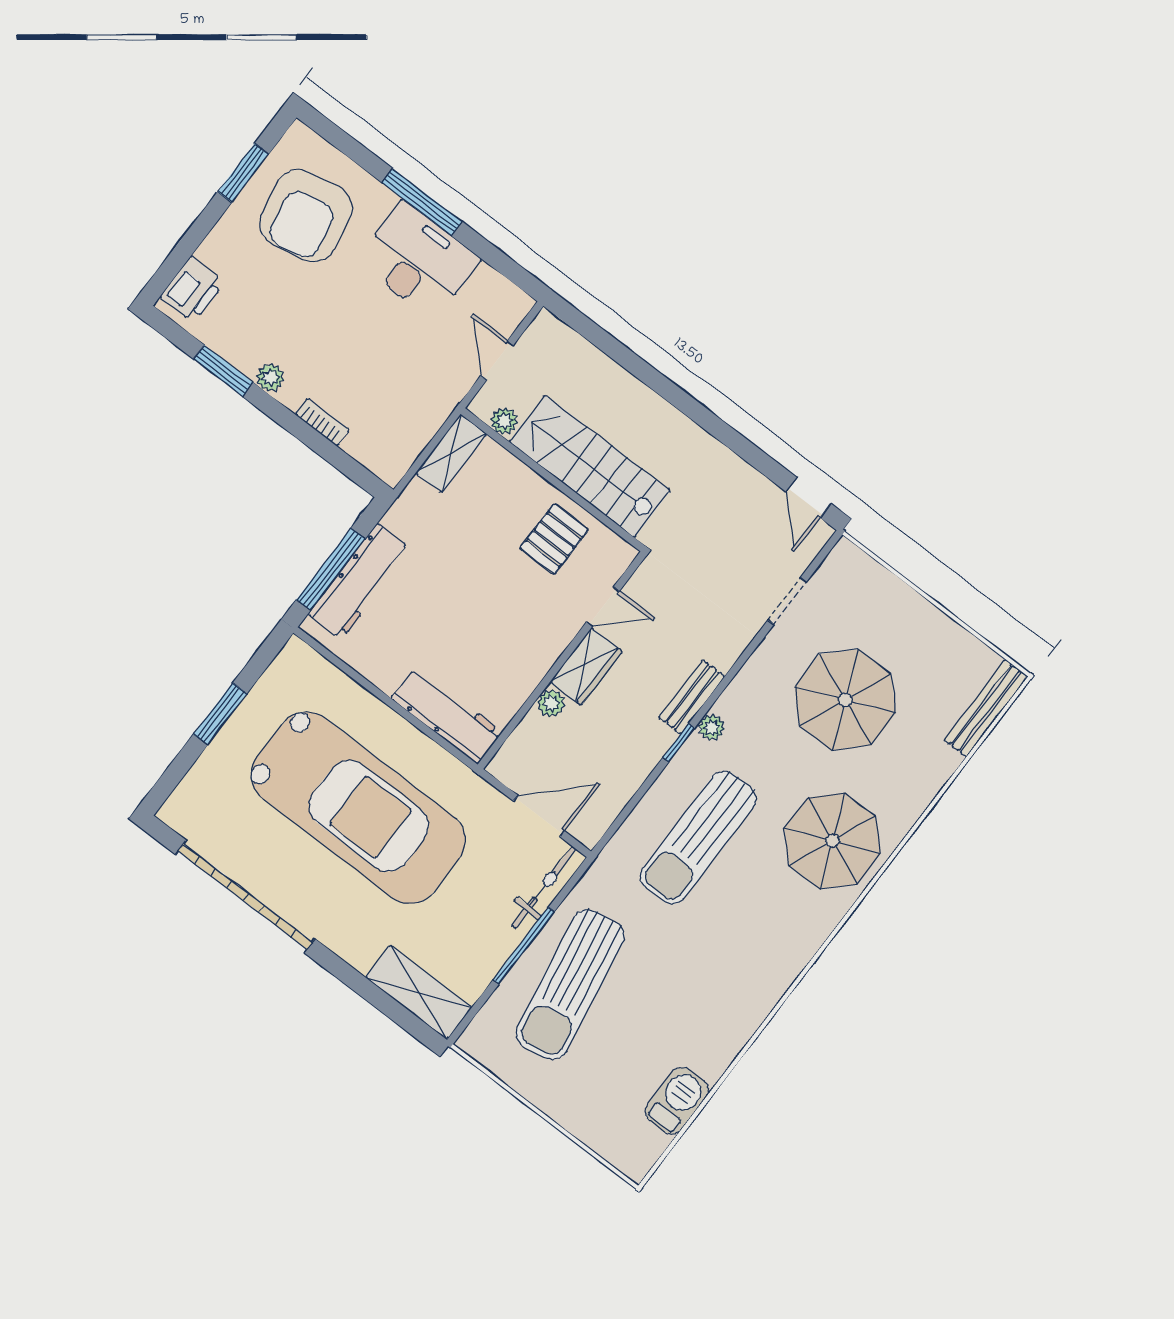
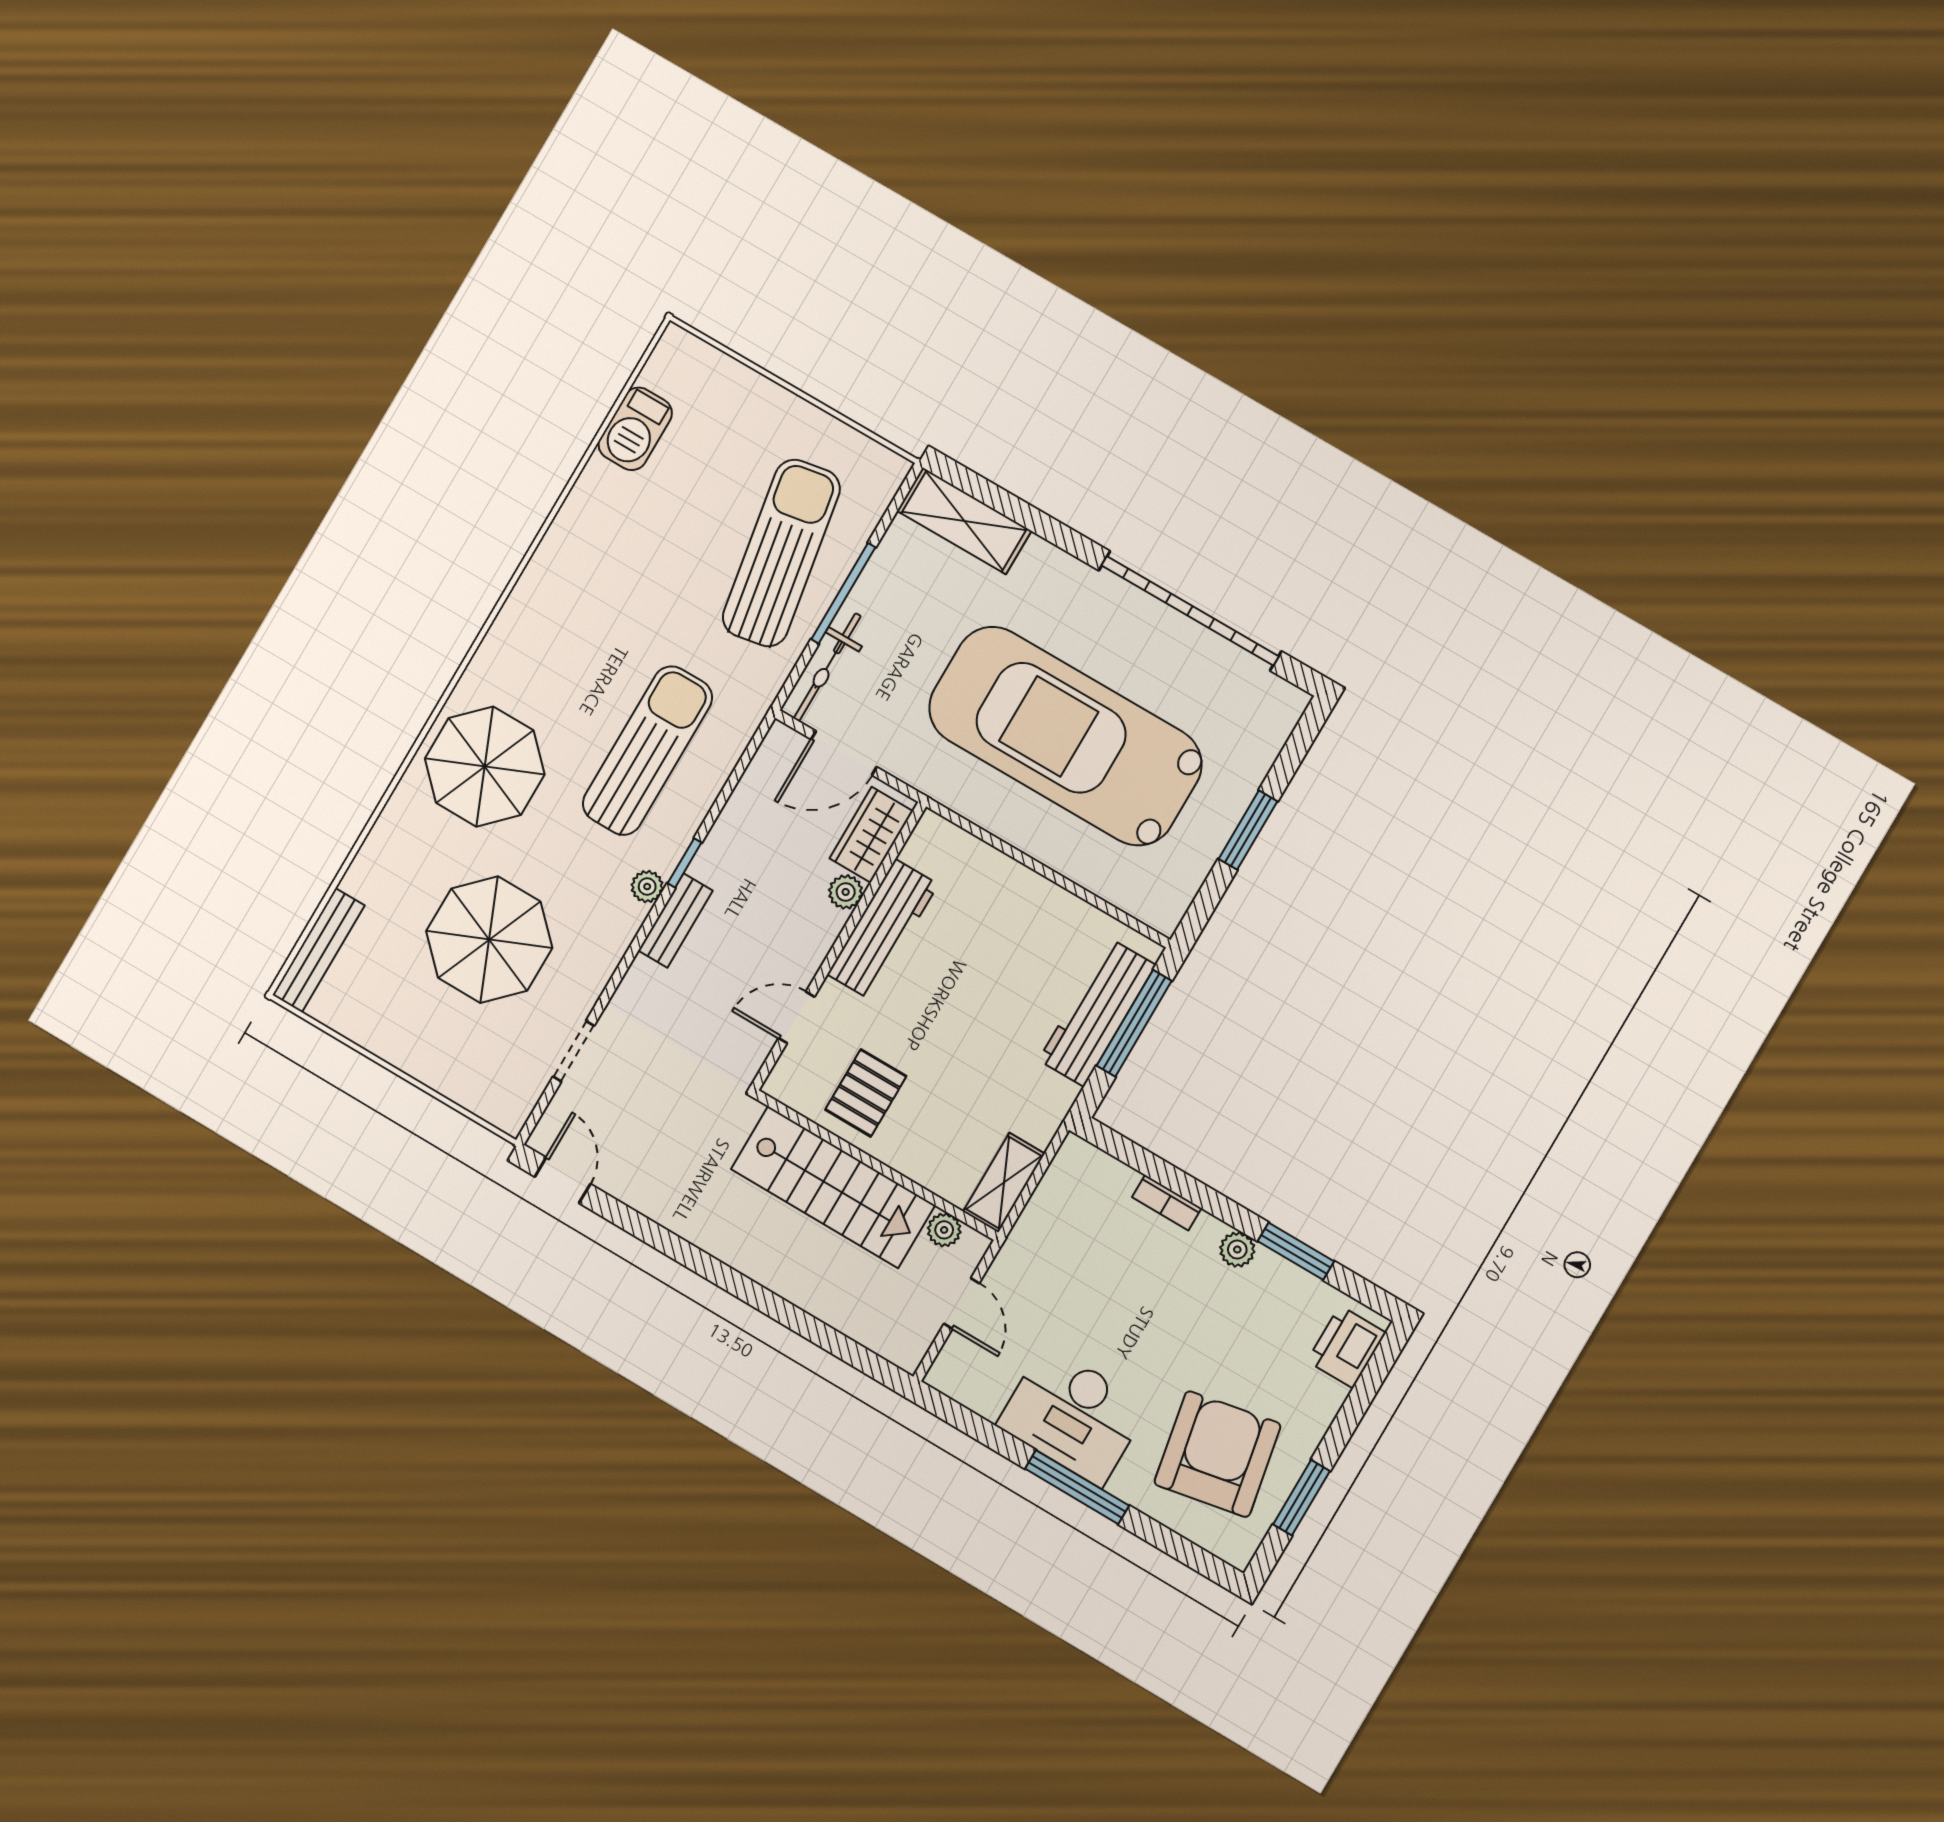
wardrobe: (586, 667) -> (871, 835), moved
workbench: (447, 715) -> (883, 929), moved, turned -90

